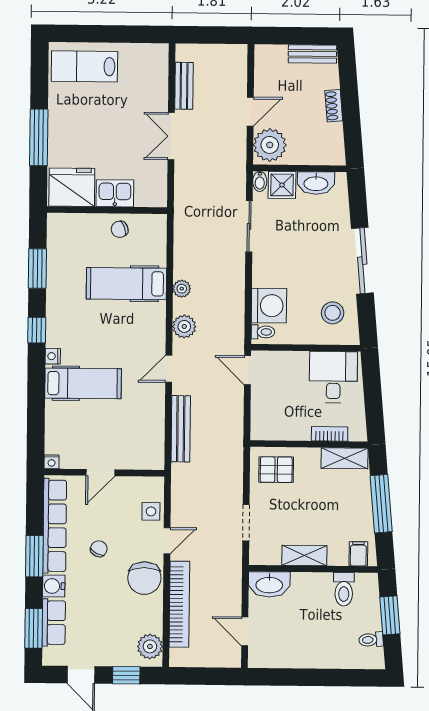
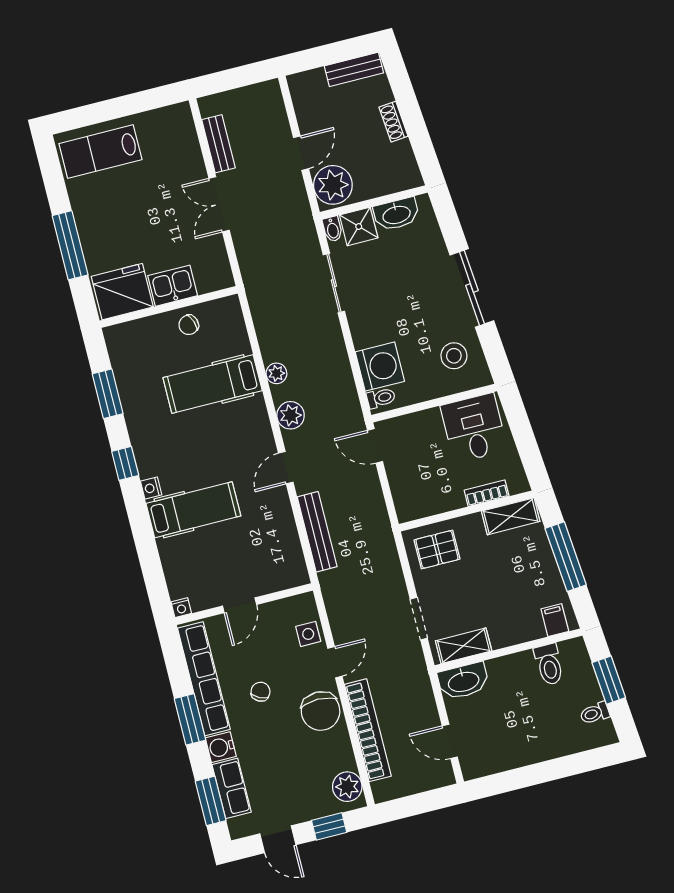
shelving: (304, 555) -> (464, 646), moved

